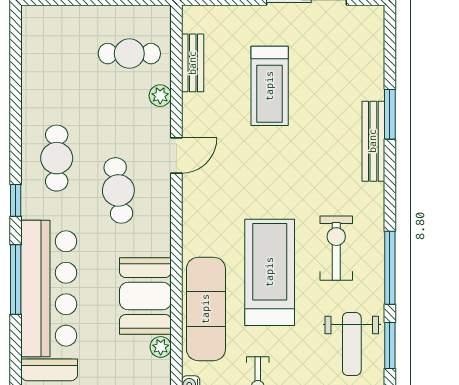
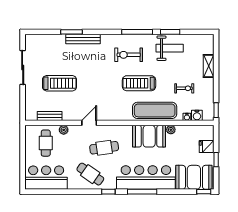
bar counter: (48, 54) -> (46, 178), added
door: (176, 156) -> (89, 123), hinge flipped
cafe table: (57, 158) -> (90, 174), turned 35
treadmill: (270, 272) -> (139, 83), width x0.73, depth x0.73

